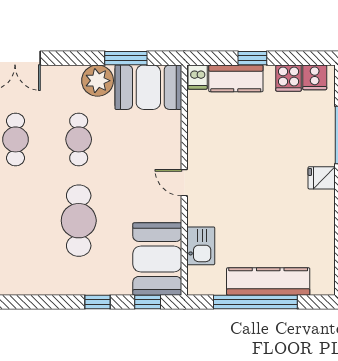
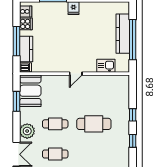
window: (252, 58) -> (16, 41), width x2.17
plant: (98, 81) -> (27, 131), moved
booth: (157, 259) -> (112, 86), removed
window: (148, 302) -> (133, 141), moved

